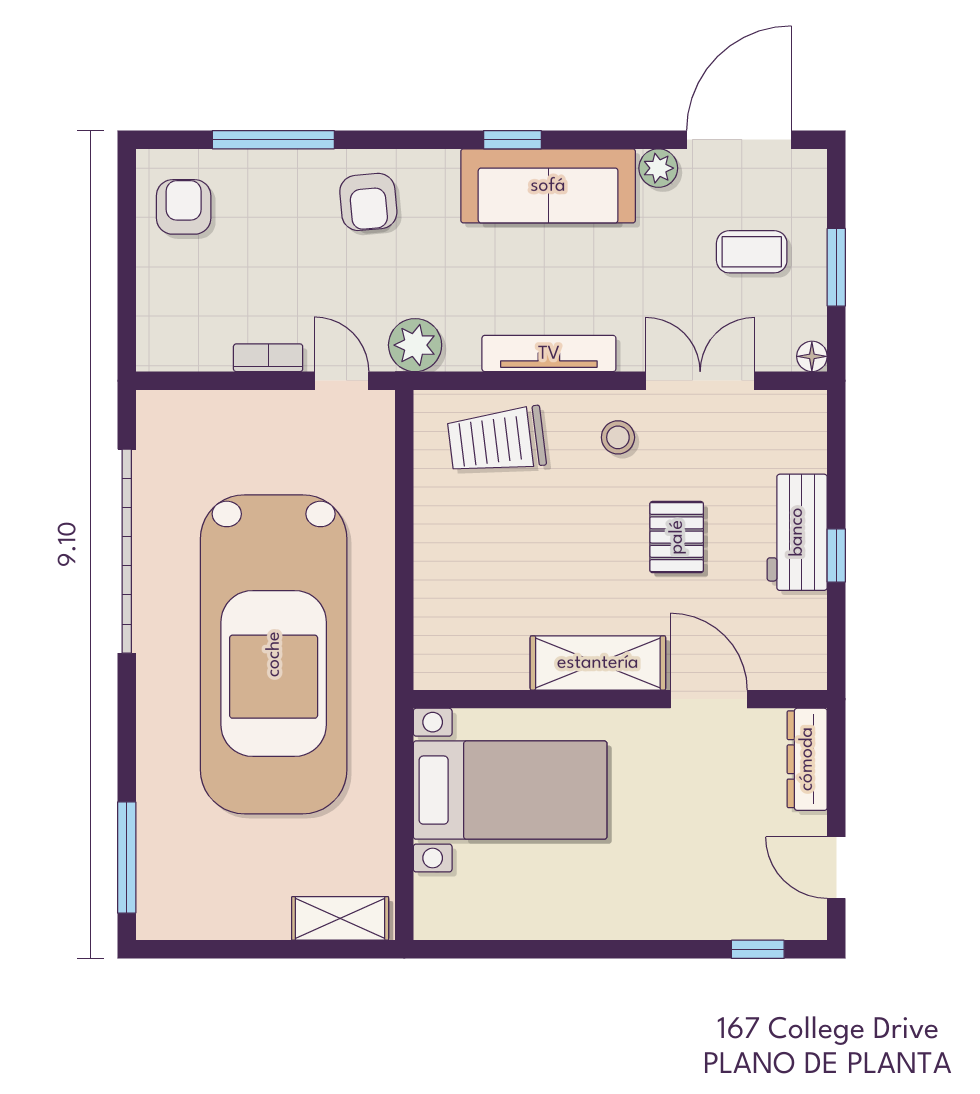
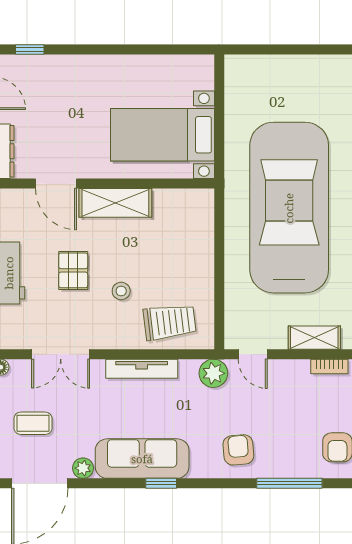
bookcase: (268, 358) -> (329, 366), moved
stool: (618, 437) -> (121, 291), moved
shelving: (340, 918) -> (314, 338), moved

